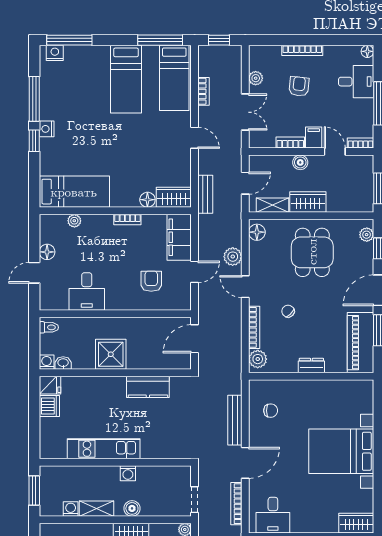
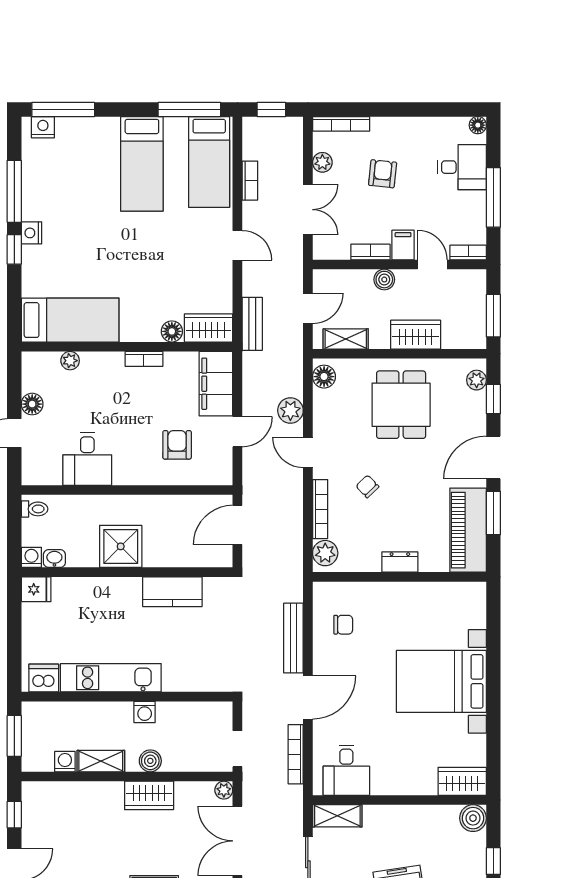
bookcase: (302, 50) -> (341, 124), moved
wardrobe: (308, 202) -> (416, 335), moved
dishwasher: (49, 406) -> (44, 678), moved, turned -90

